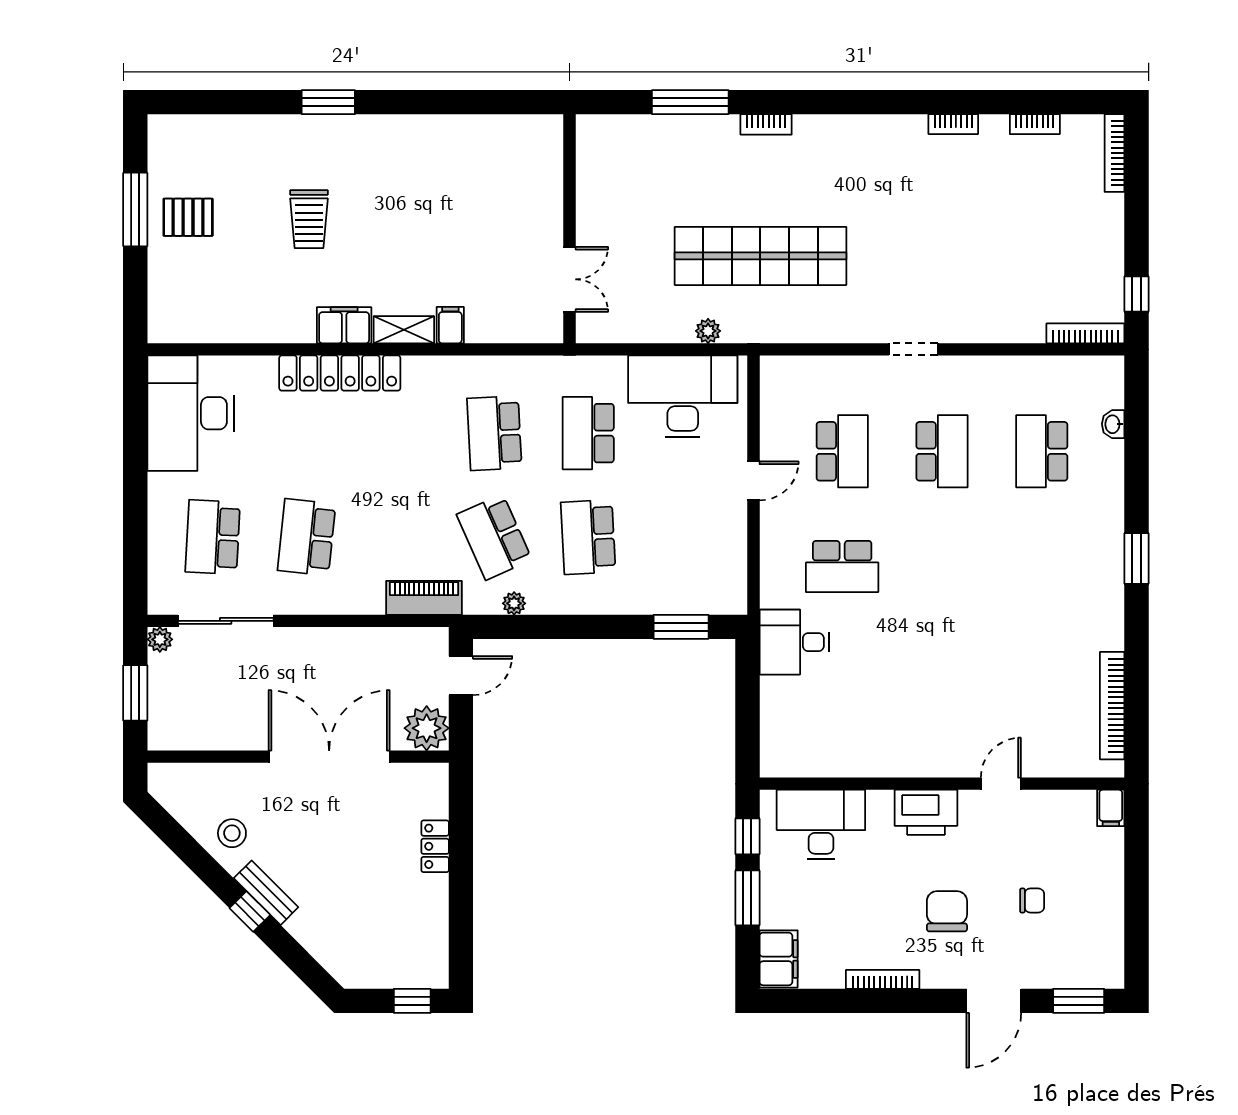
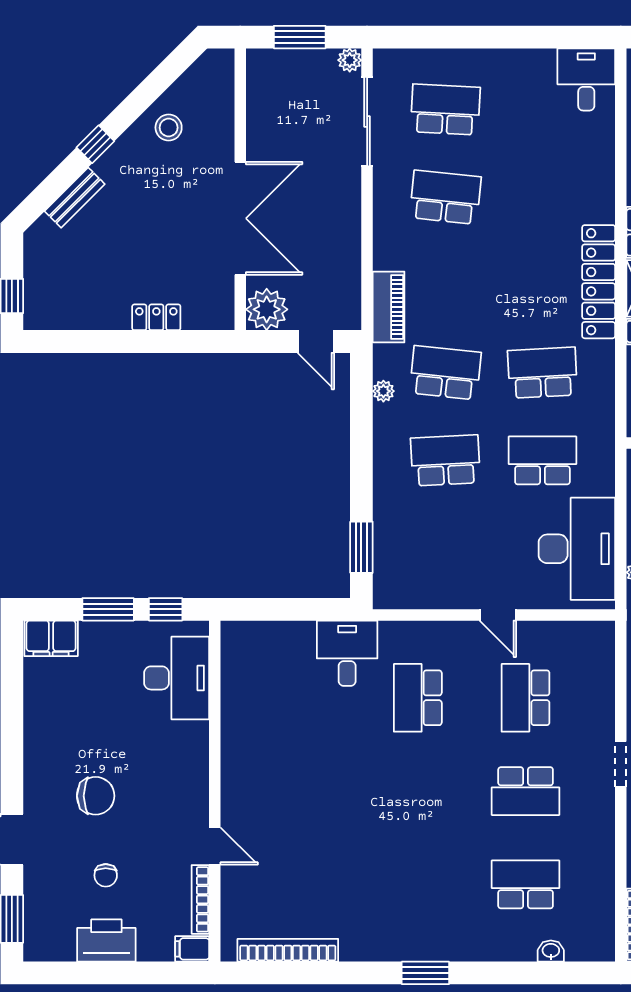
locker: (340, 373) -> (599, 282), moved
desk: (191, 413) -> (586, 79), width x0.53, depth x0.77
school desk: (842, 451) -> (526, 698), turned 90
school desk: (494, 537) -> (445, 373), turned 30
printer: (926, 812) -> (106, 941), moved, turned 90
bench: (266, 893) -> (75, 198), moved
bookcase: (883, 979) -> (200, 899), moved, turned 180

